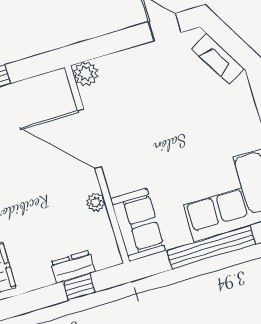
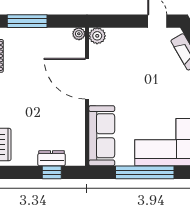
plant: (96, 202) -> (79, 34), moved
sofa: (138, 225) -> (102, 136), width x1.36

